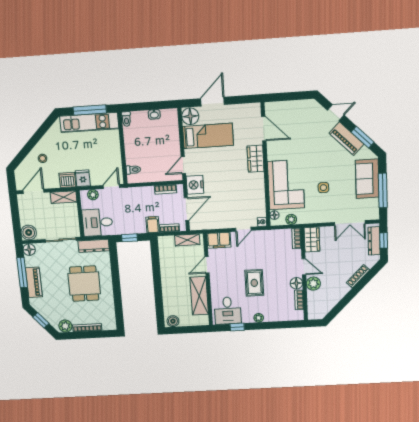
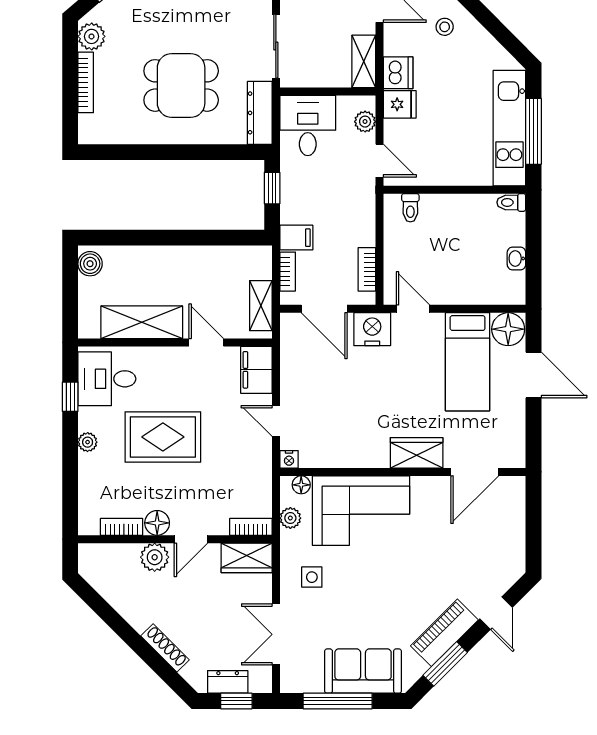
side table: (323, 188) -> (312, 577), moved
dresser: (374, 241) -> (228, 682), width x0.70
rug: (254, 283) -> (163, 437), width x1.36, depth x1.43

